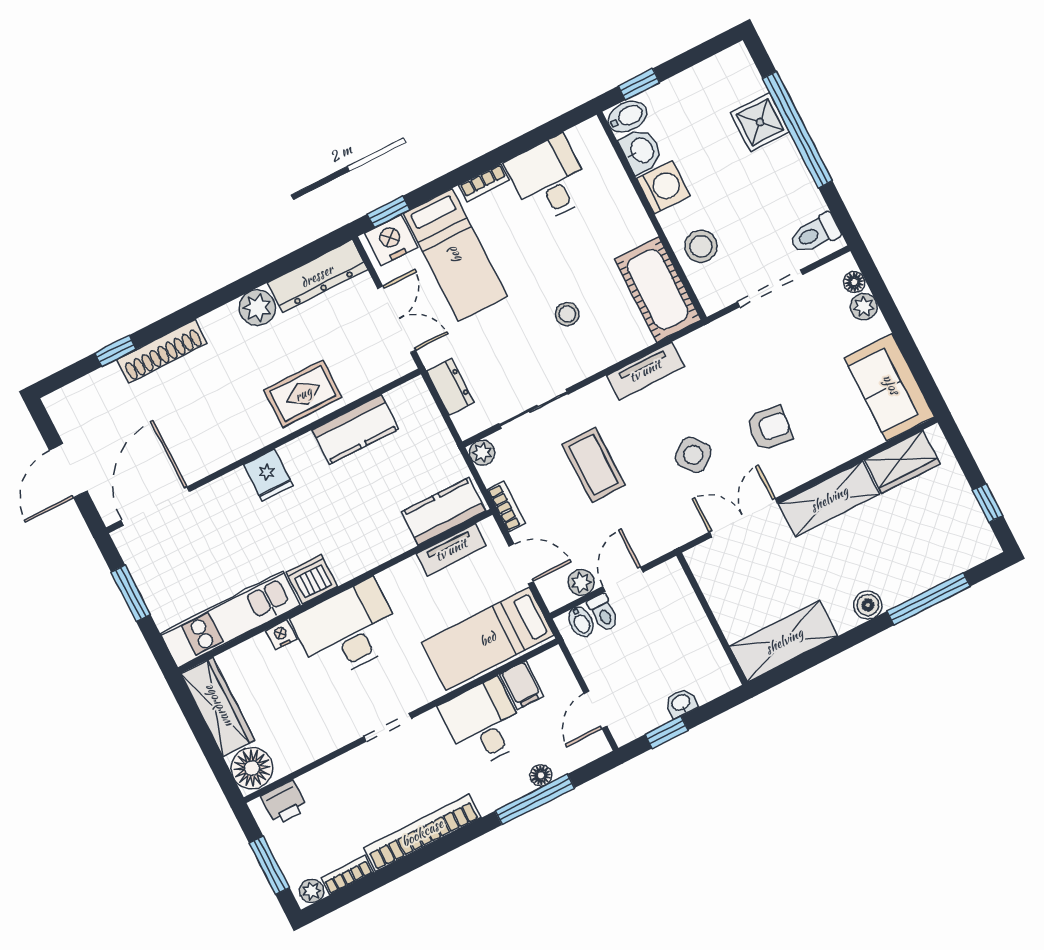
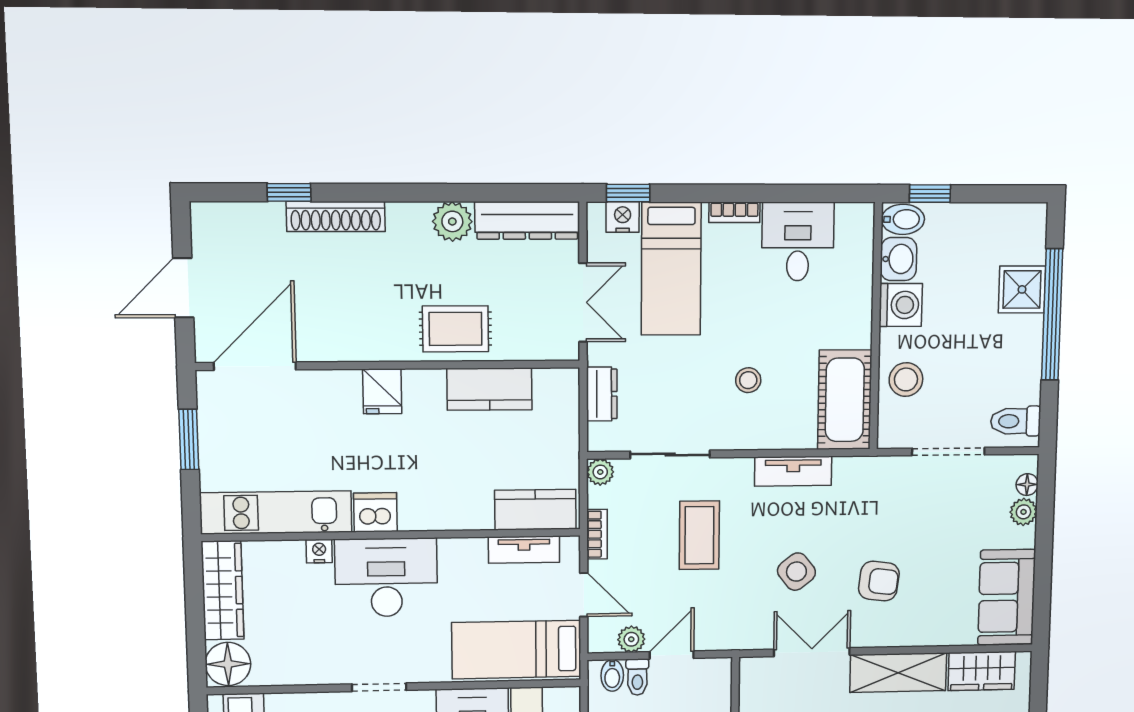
nightstand: (391, 240) -> (623, 217), width x0.74, depth x0.75

